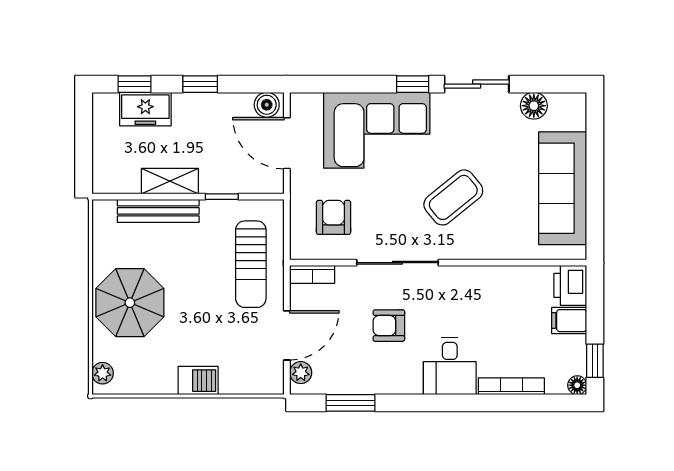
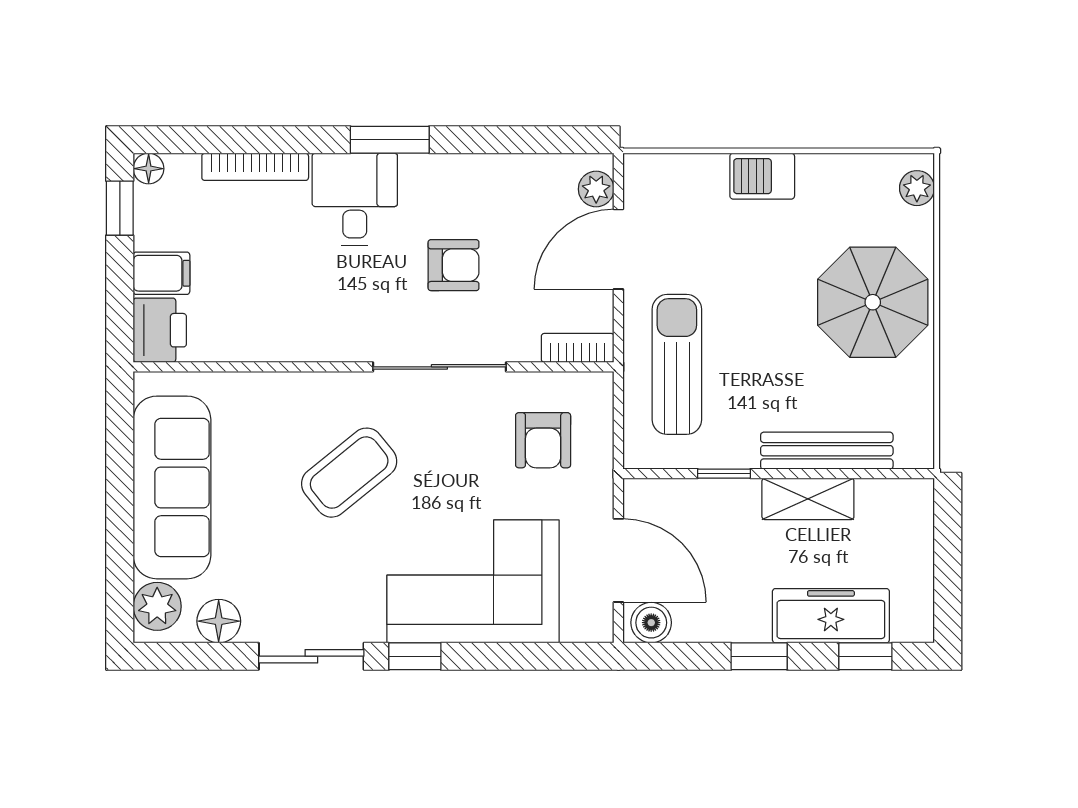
freezer: (145, 109) -> (831, 616), width x1.40
plant: (572, 115) -> (157, 606), added
window: (351, 403) -> (390, 140), moved

